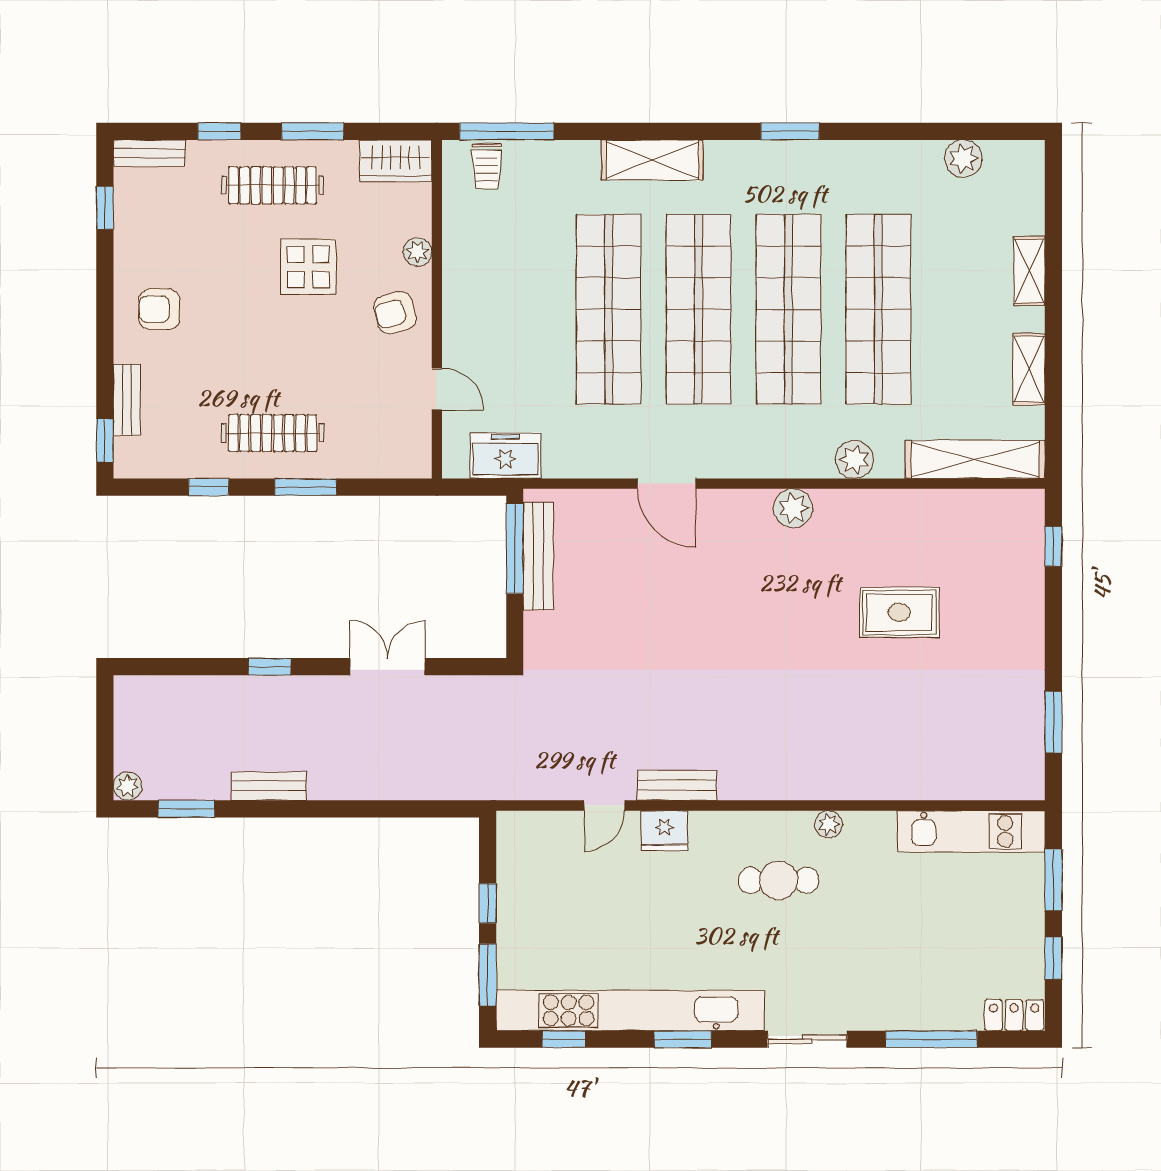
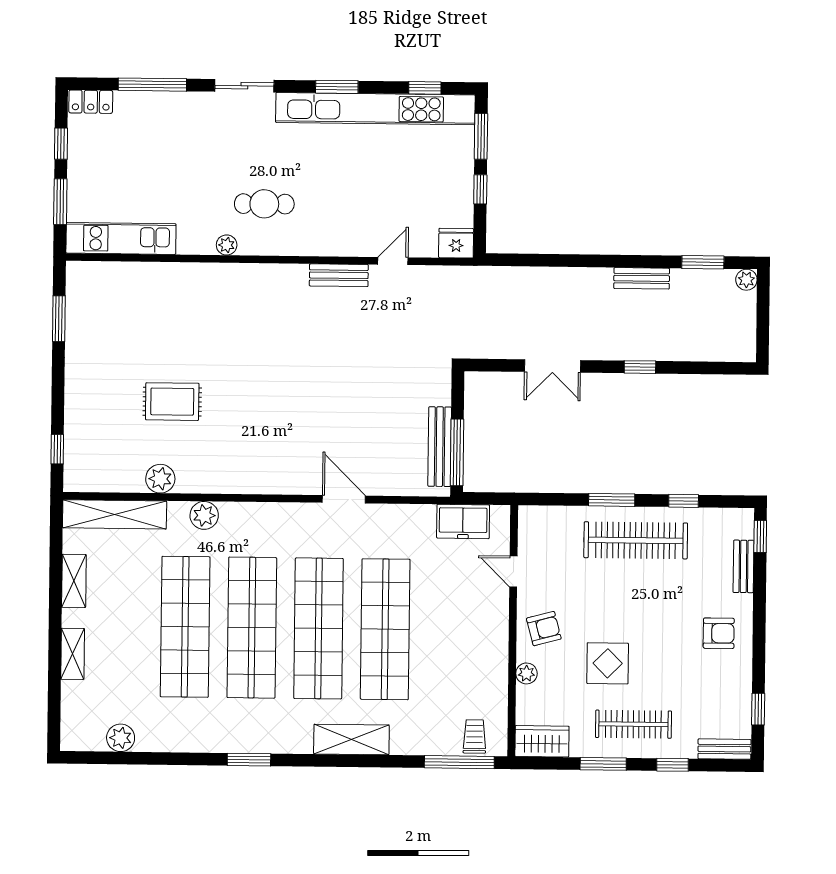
clothes rail: (273, 433) -> (636, 540), width x1.37, depth x1.31
plant: (793, 508) -> (160, 479), moved
fridge: (664, 831) -> (456, 243), moved

